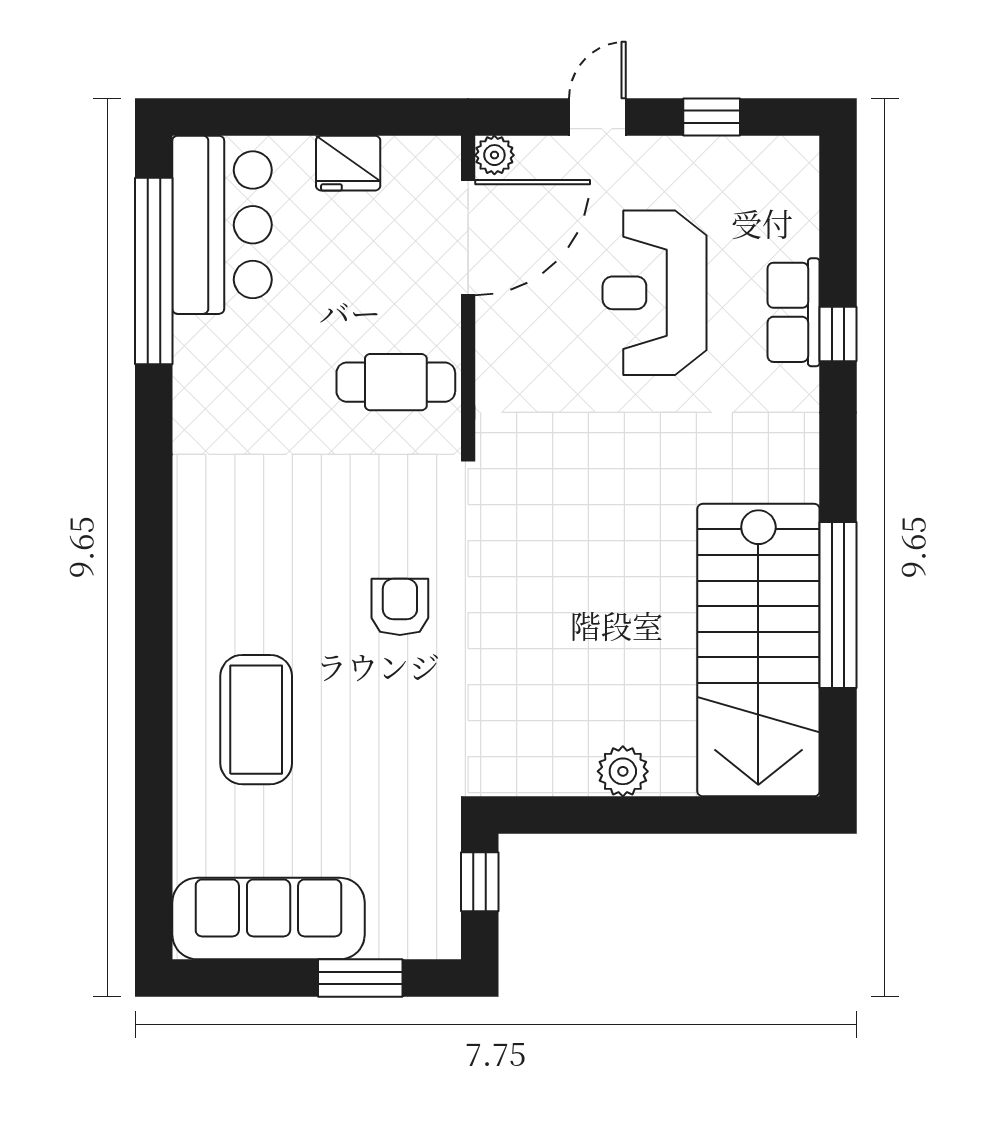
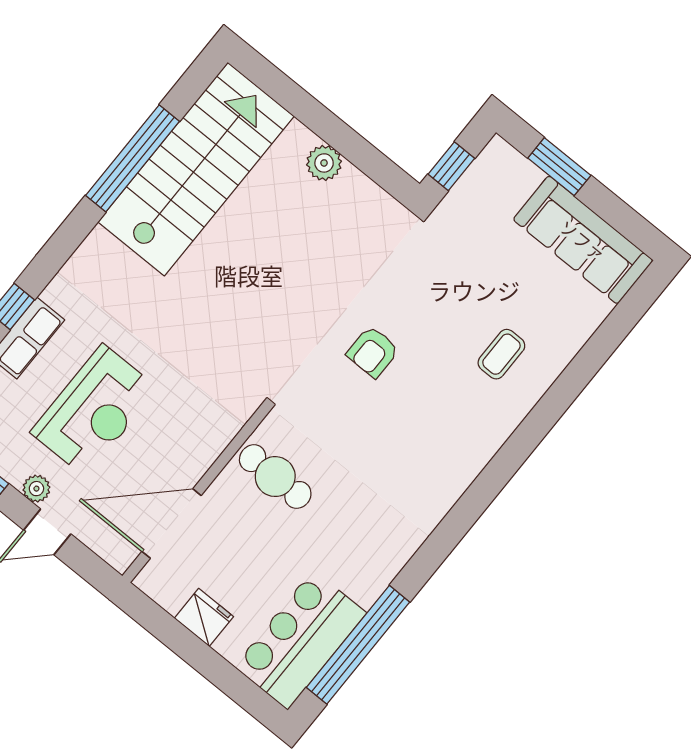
plant: (494, 155) -> (36, 489), moved
coffee table: (256, 720) -> (501, 354), width x0.54, depth x0.58

